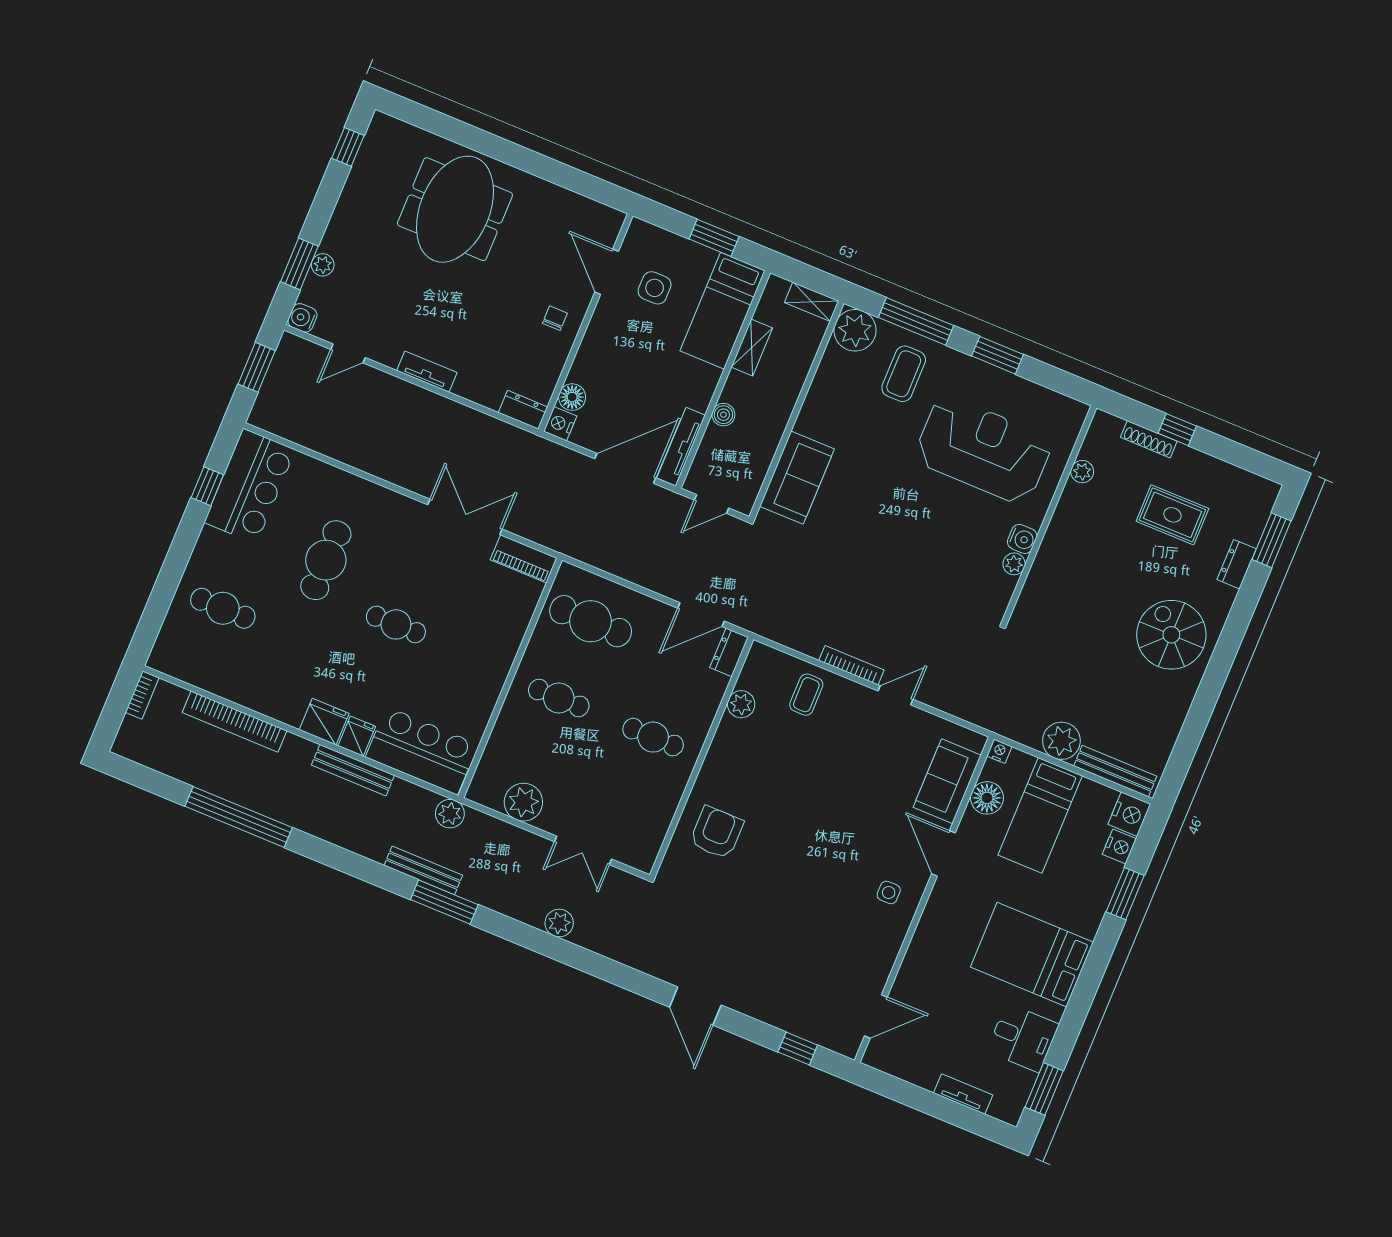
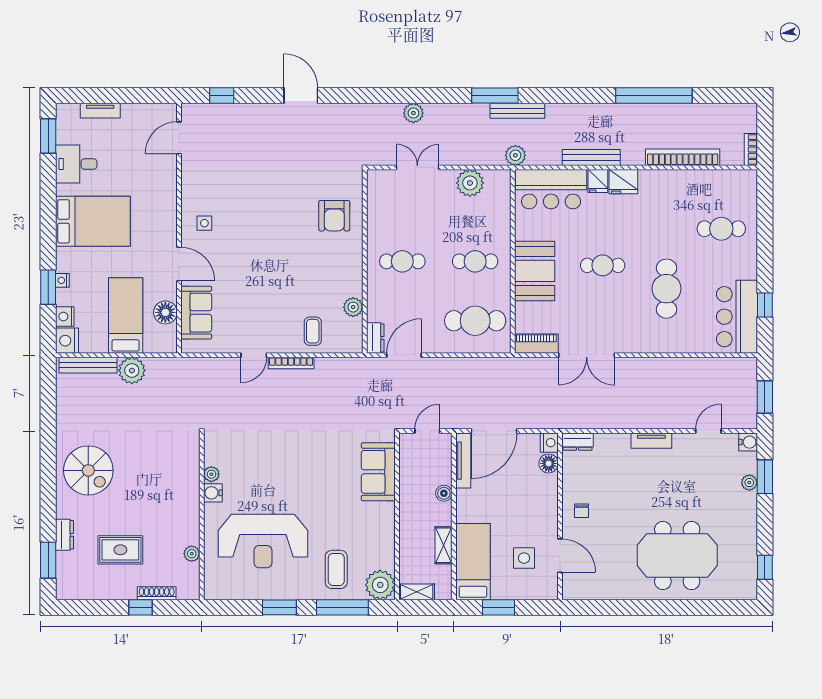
meeting table: (455, 209) -> (677, 555), turned 90
booth: (487, 654) -> (535, 271), added
nightstand: (999, 751) -> (62, 280), moved, turned 90

